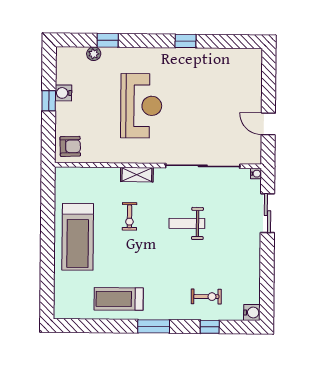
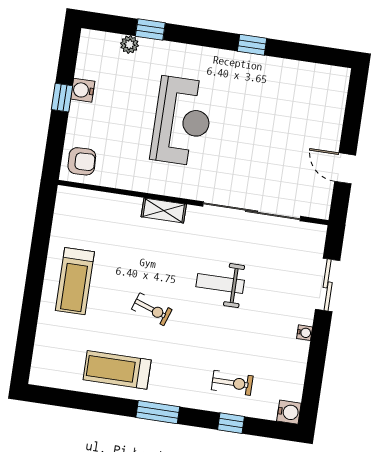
water cooler: (256, 174) -> (305, 333), moved
exercise bike: (130, 216) -> (152, 309), moved, turned -71
treadmill: (78, 237) -> (75, 281), width x0.73, depth x0.73

